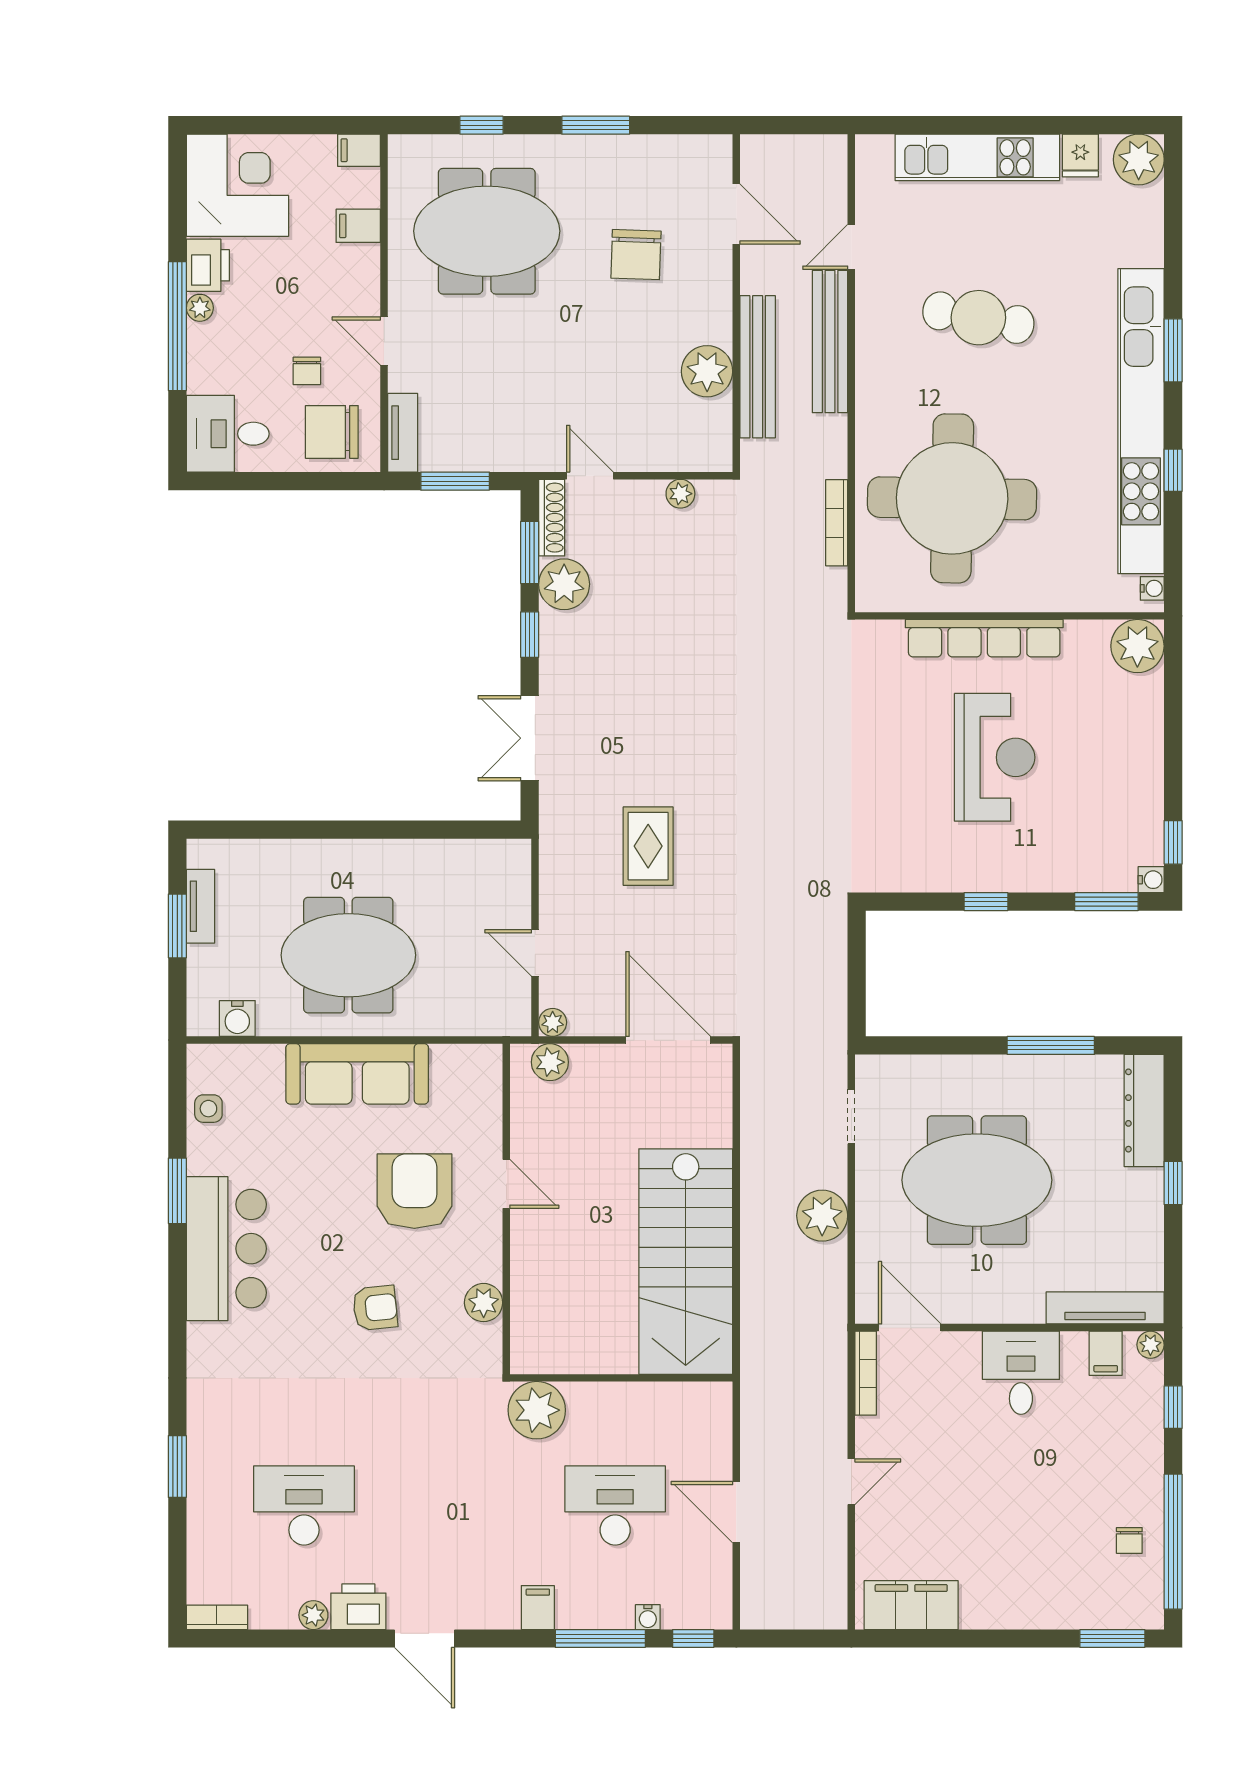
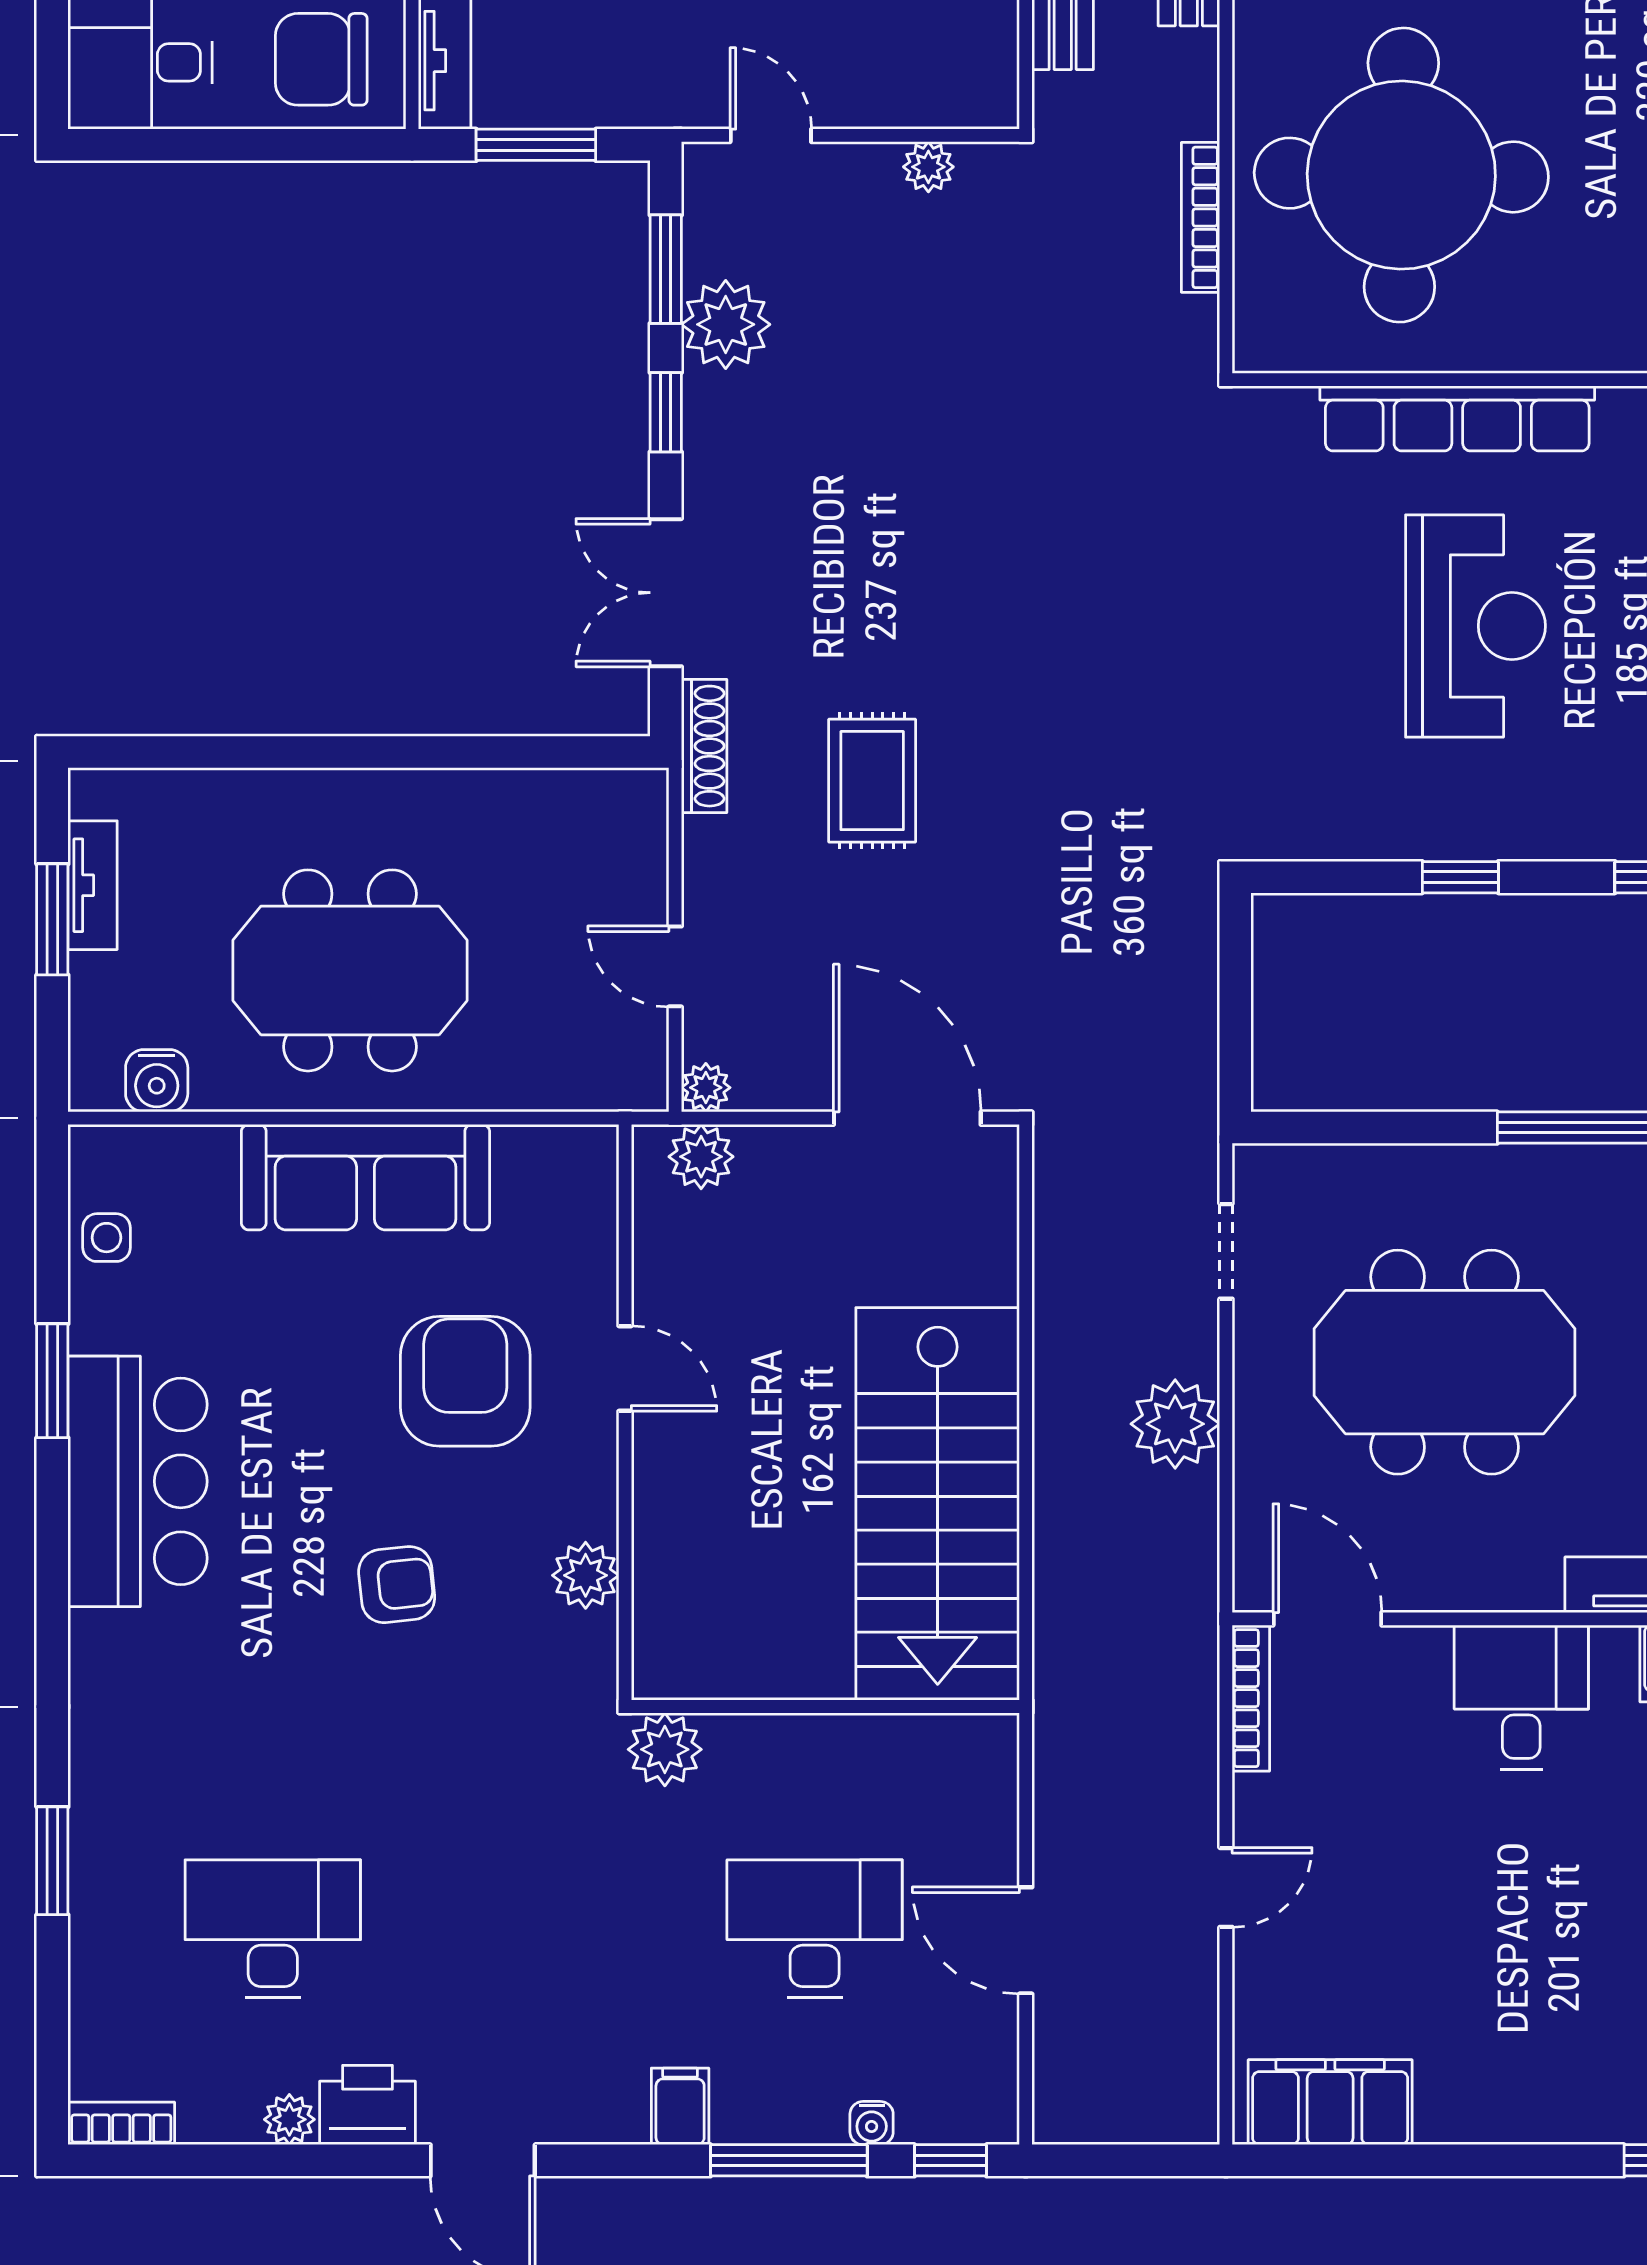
shoe rack: (552, 518) -> (704, 746), moved
plant: (537, 1410) -> (665, 1749), width x0.73, depth x0.73

